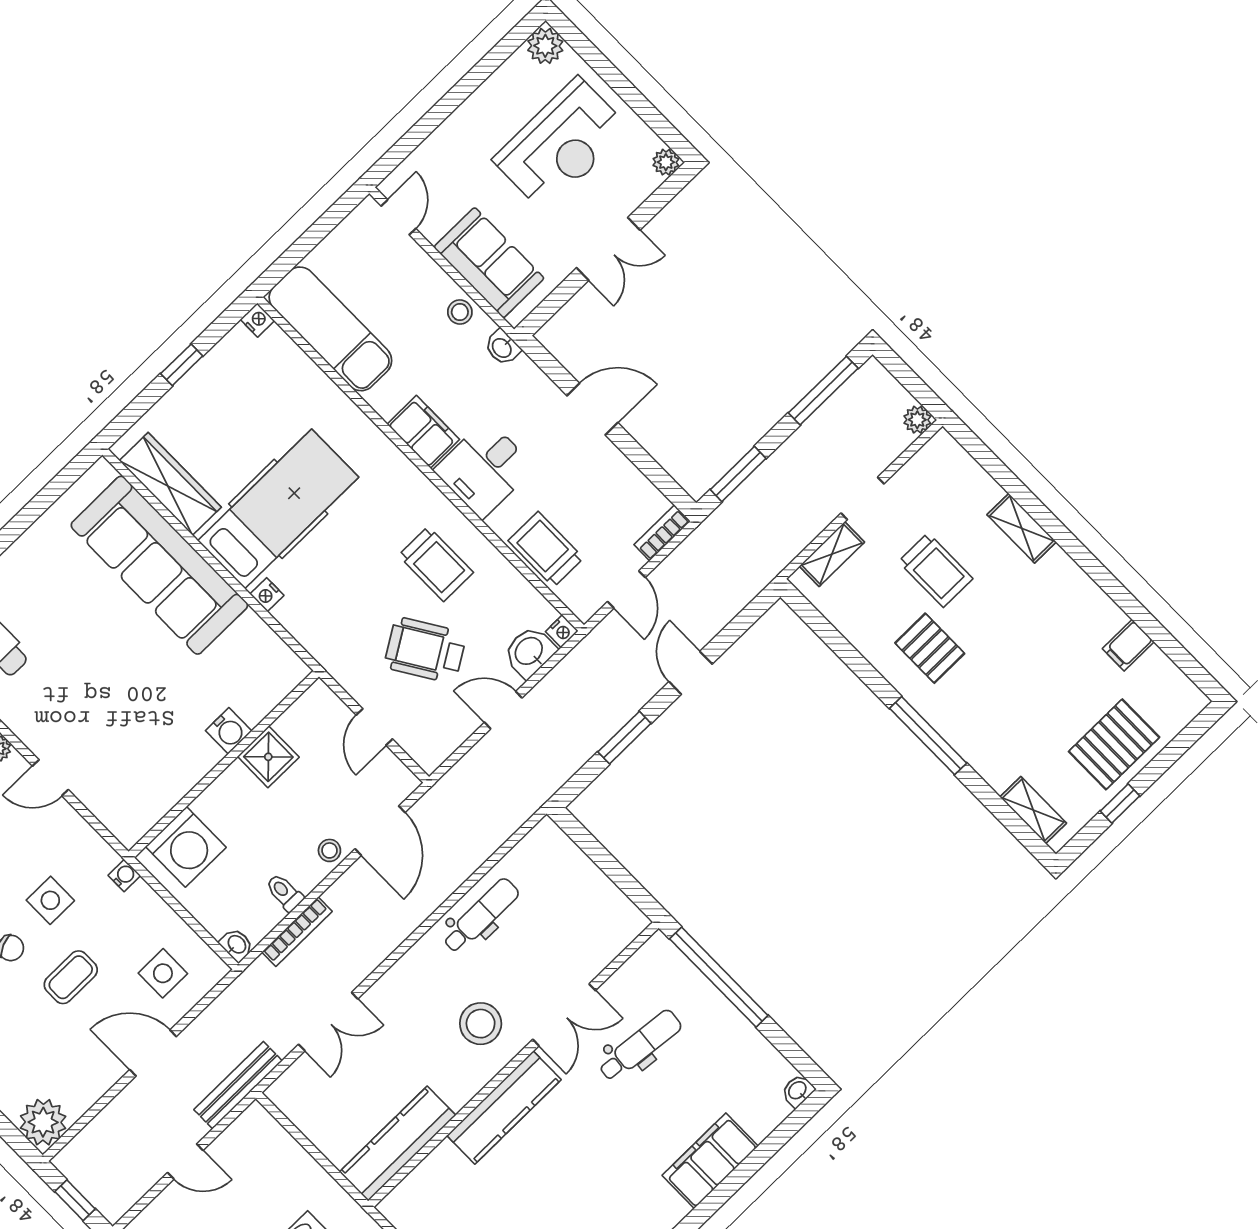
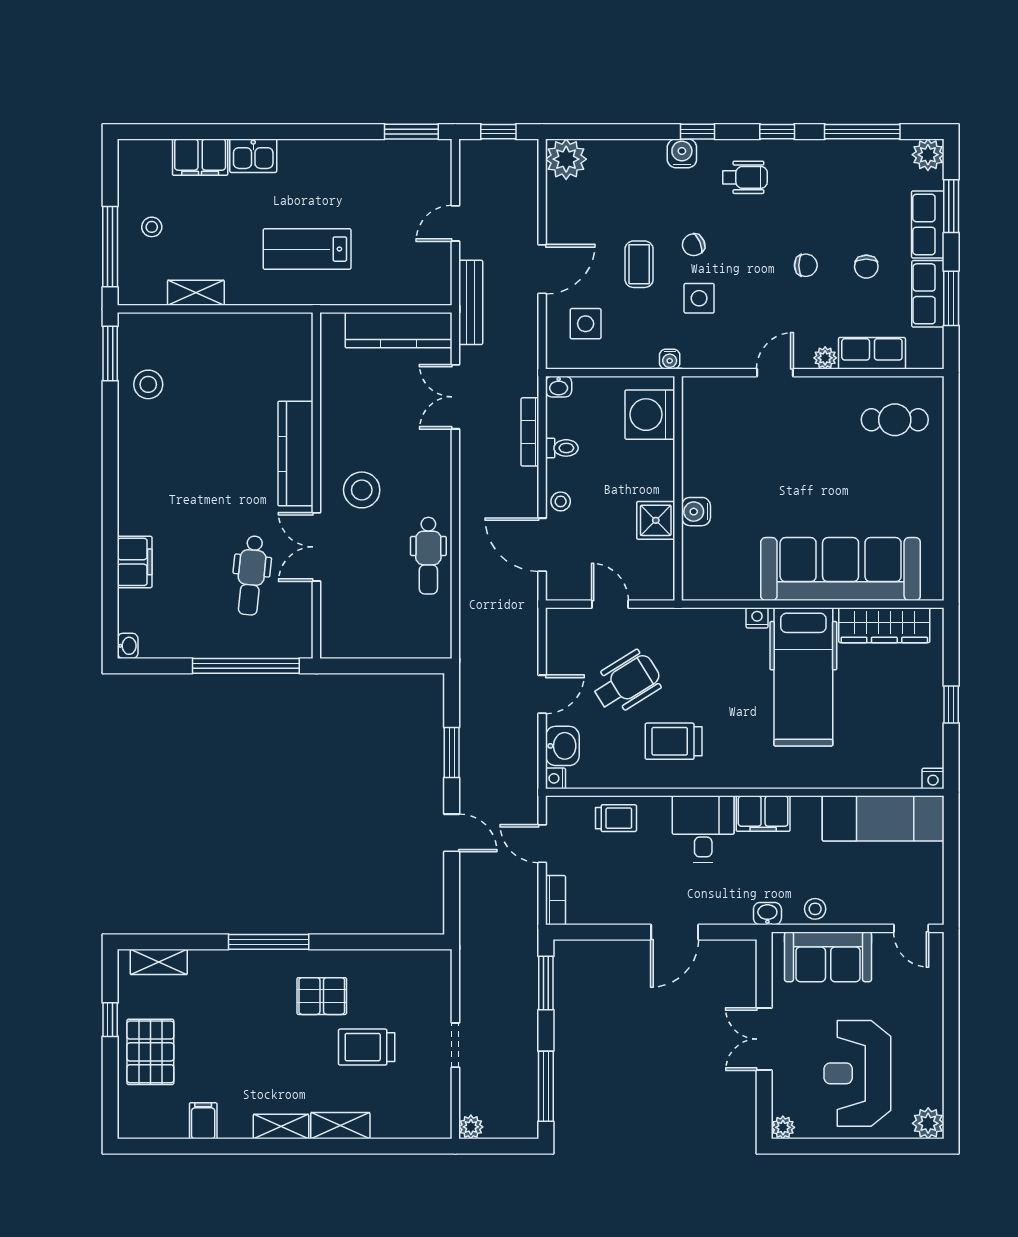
trolley: (546, 549) -> (616, 818), width x0.73, depth x0.72
shelving: (832, 554) -> (281, 1127), moved, turned 90
kitchen counter: (398, 1144) -> (399, 330), moved, turned 90
filing cabinet: (710, 1161) -> (135, 562), width x0.67, depth x0.86

